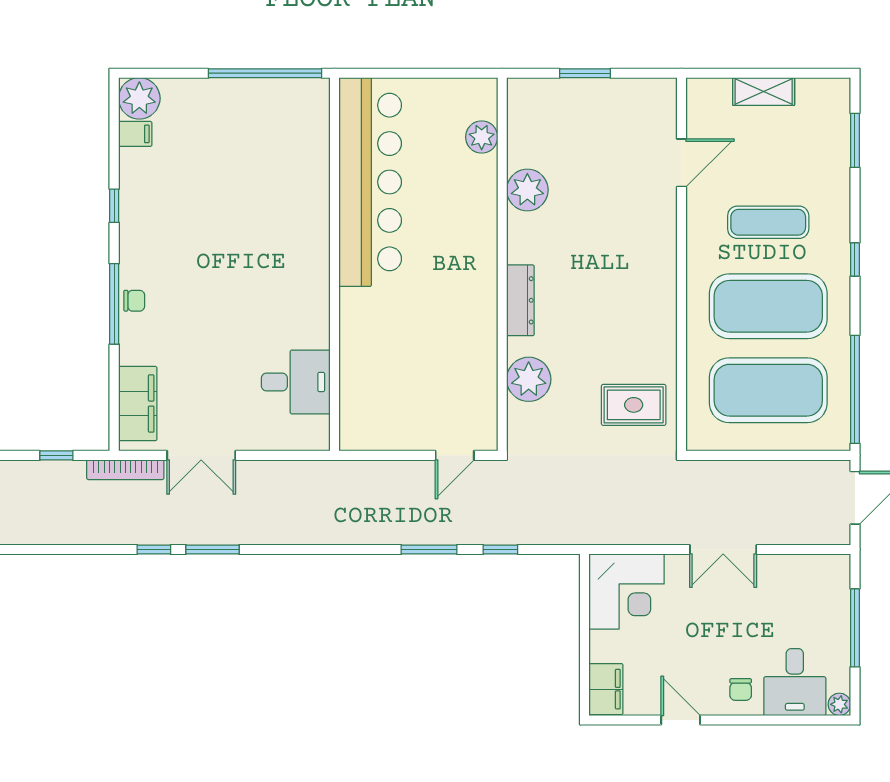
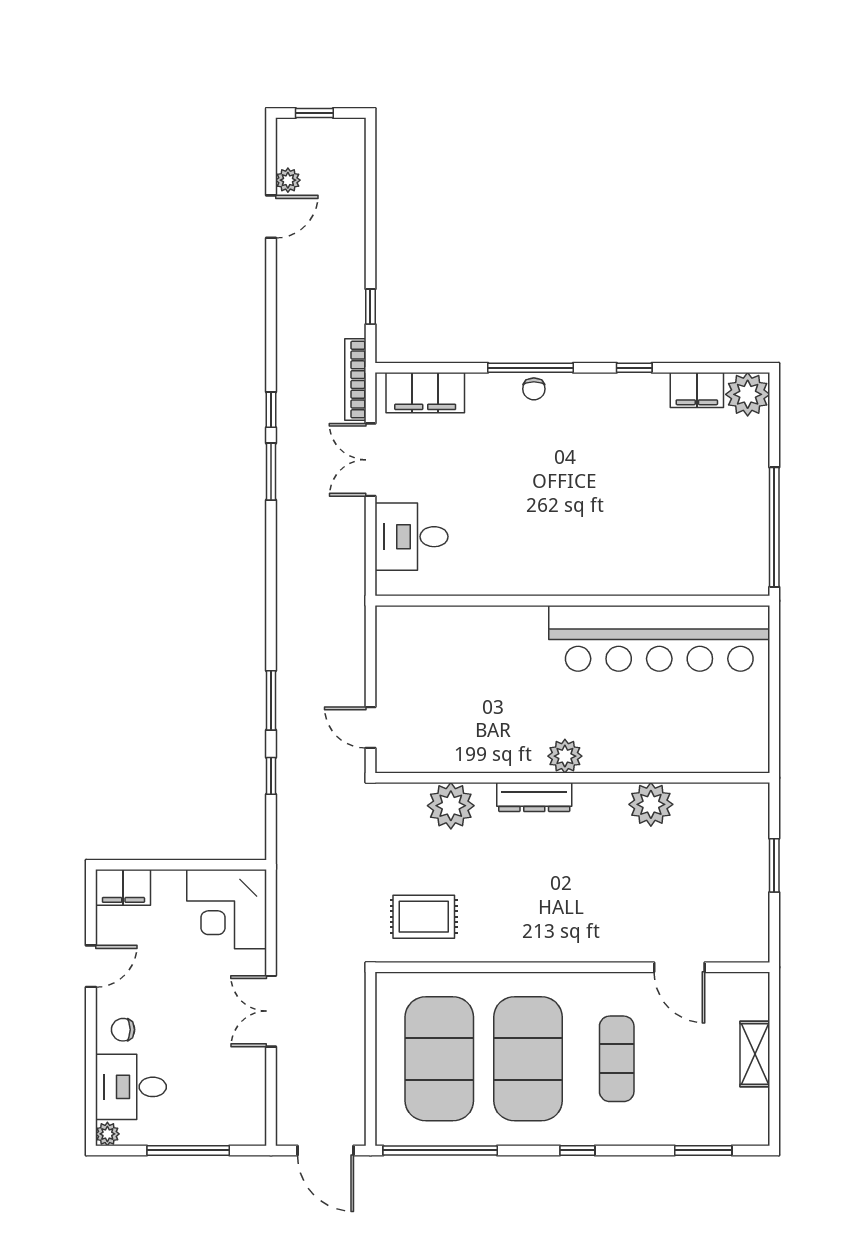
filing cabinet: (135, 134) -> (697, 390), width x2.00
plant: (482, 137) -> (565, 756), moved
desk: (296, 382) -> (411, 537), moved, turned 90
rug: (634, 405) -> (424, 917), turned 90

